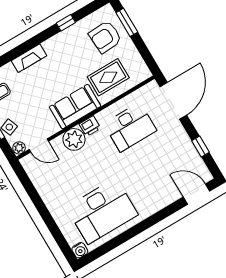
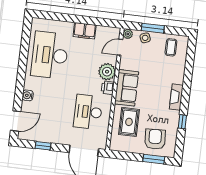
fireplace: (29, 58) -> (176, 97), moved
filing cabinet: (50, 195) -> (85, 31), added
water cooler: (80, 250) -> (28, 95), moved

